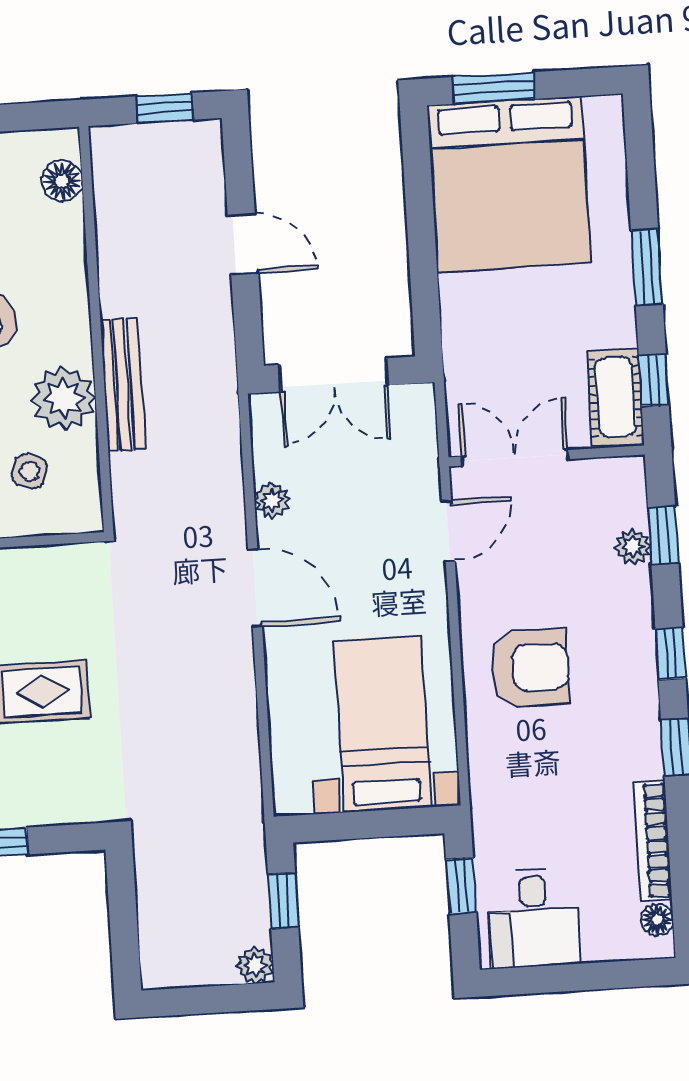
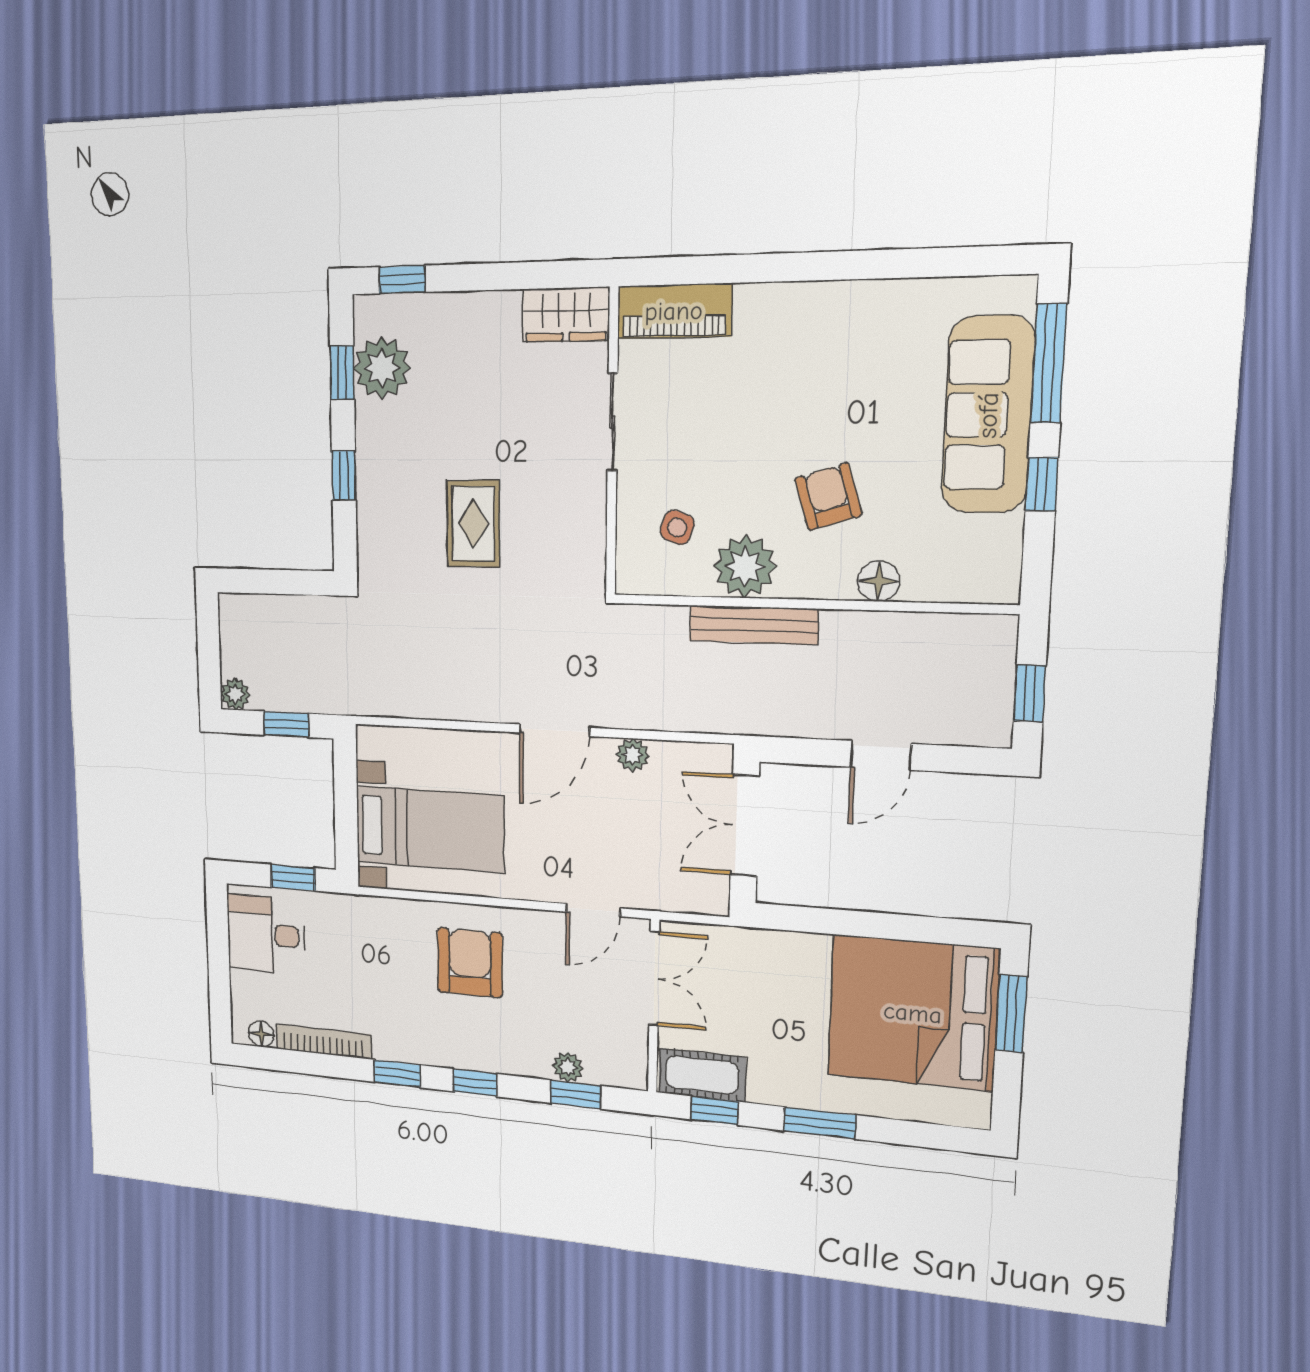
floor lamp: (62, 181) -> (879, 581), moved
door: (448, 531) -> (593, 910), hinge flipped
armchair: (530, 668) -> (470, 963), turned 180

